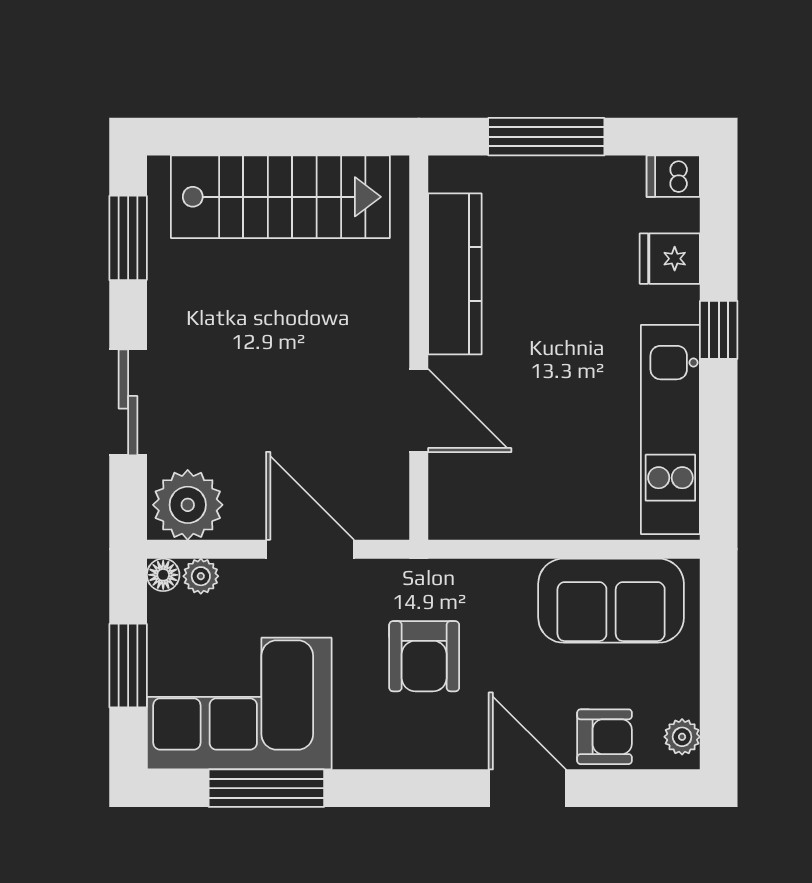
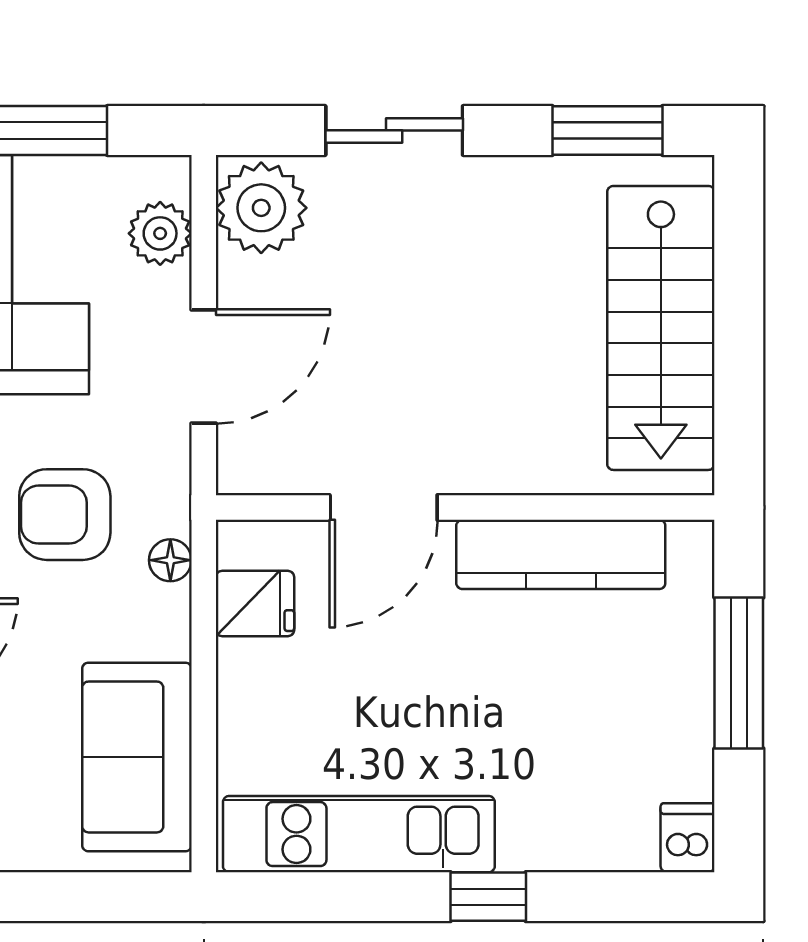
fridge: (670, 259) -> (255, 604), moved, turned 90
floor lamp: (163, 575) -> (170, 560), moved
plant: (201, 576) -> (160, 233), width x1.38, depth x1.38

